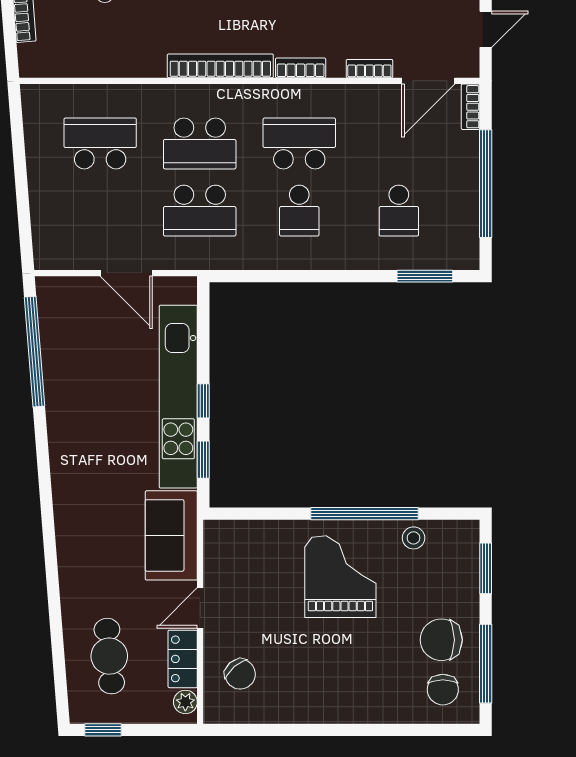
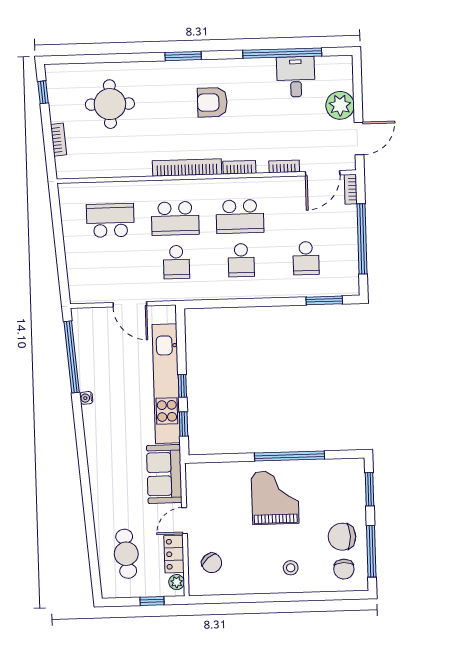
door: (486, 29) -> (359, 139), width x1.38
school desk: (299, 143) -> (240, 216), turned 180
school desk: (200, 211) -> (176, 262), width x0.54
water cooler: (55, 415) -> (86, 398), added
stool: (414, 538) -> (291, 568), moved
window: (103, 730) -> (152, 601), moved

